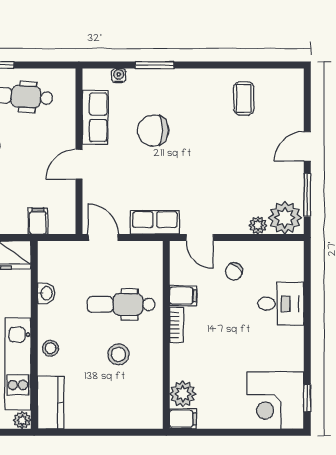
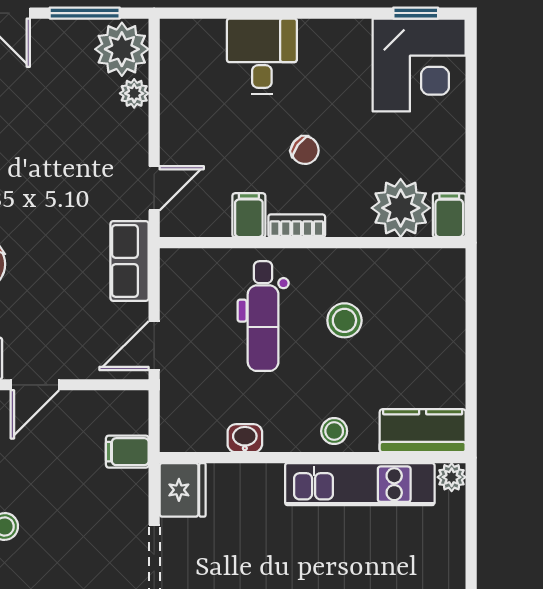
door: (79, 164) -> (35, 385), hinge flipped
chair: (234, 271) -> (305, 150), moved
plant: (183, 394) -> (401, 208), width x1.36, depth x1.36

